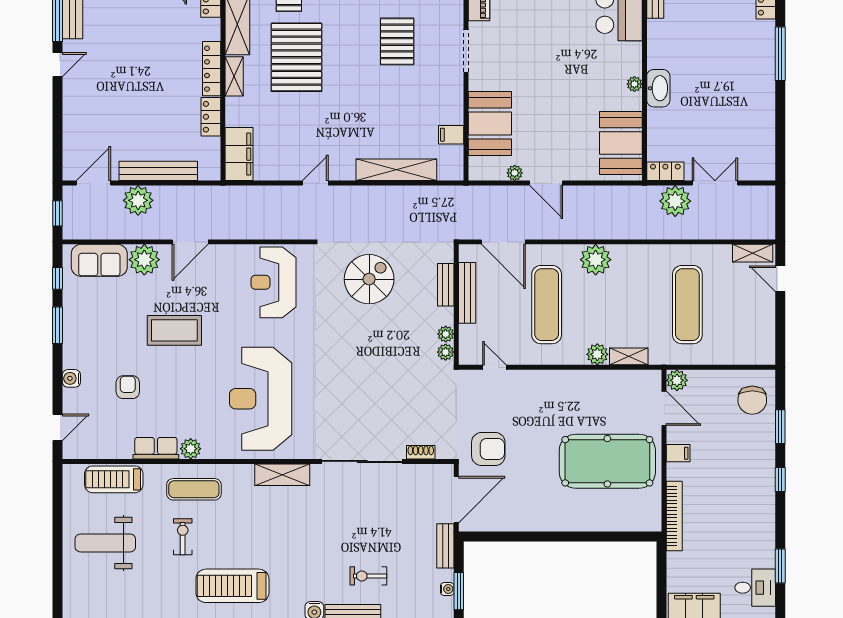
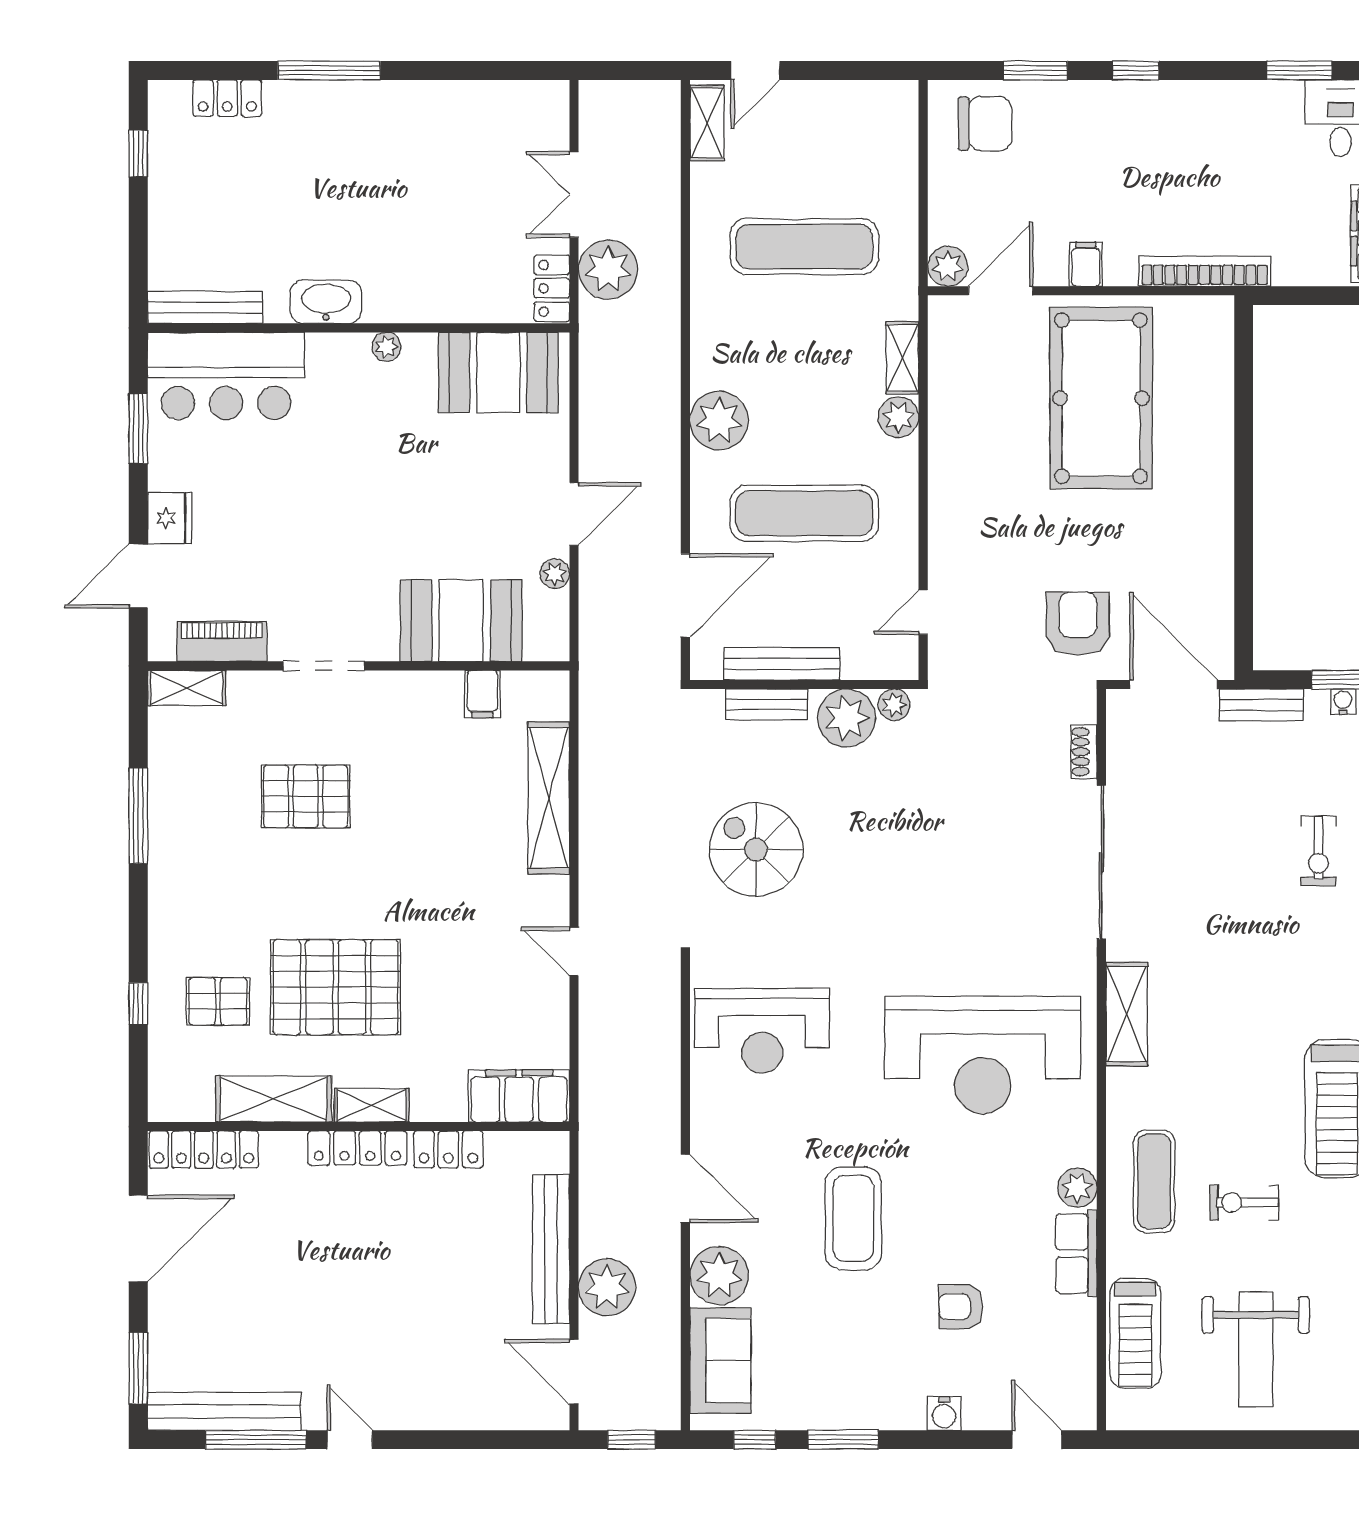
washbasin: (658, 88) -> (326, 302), moved
plant: (446, 334) -> (847, 718), width x1.87, depth x1.87

